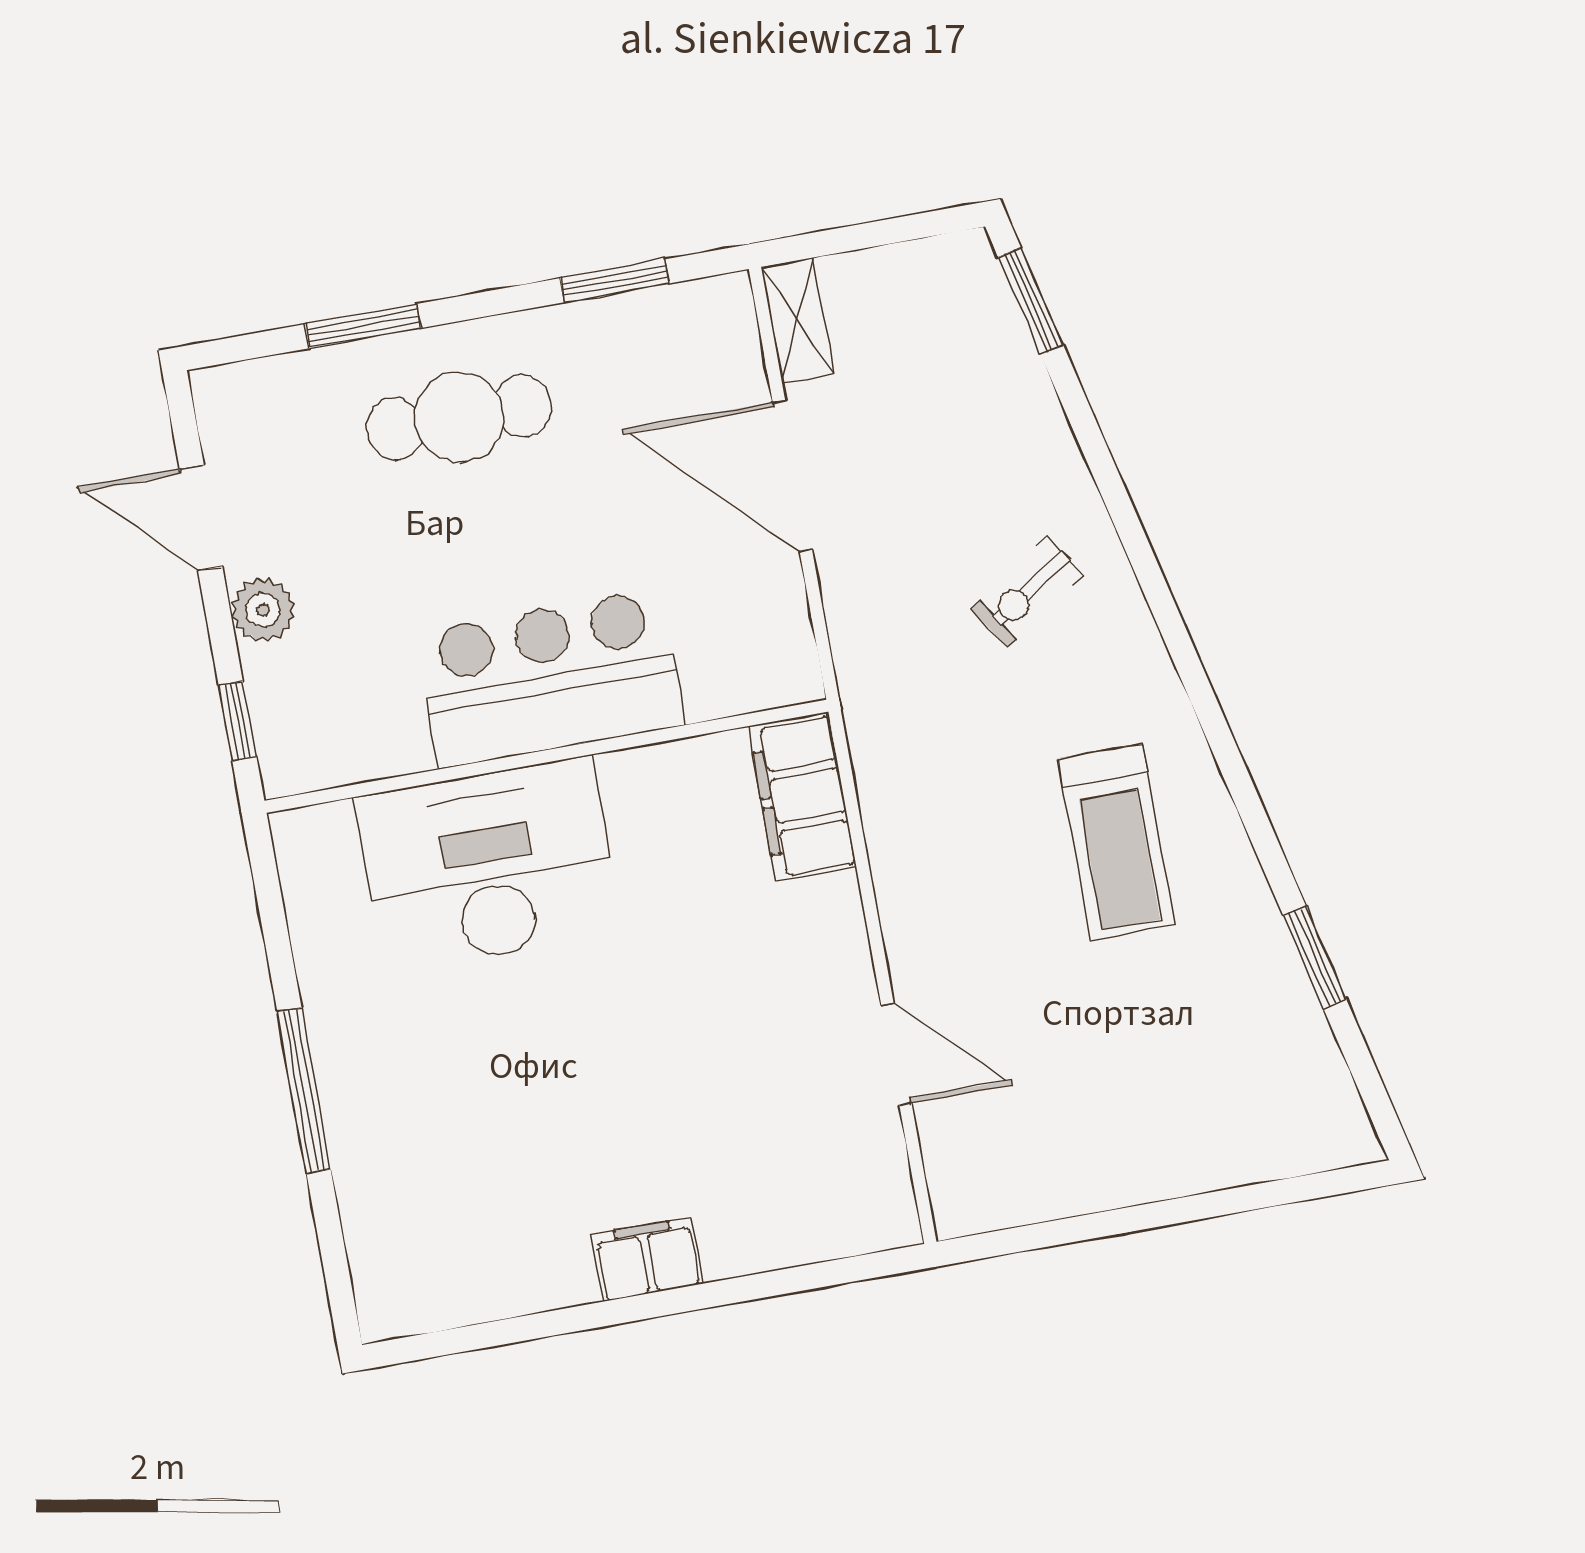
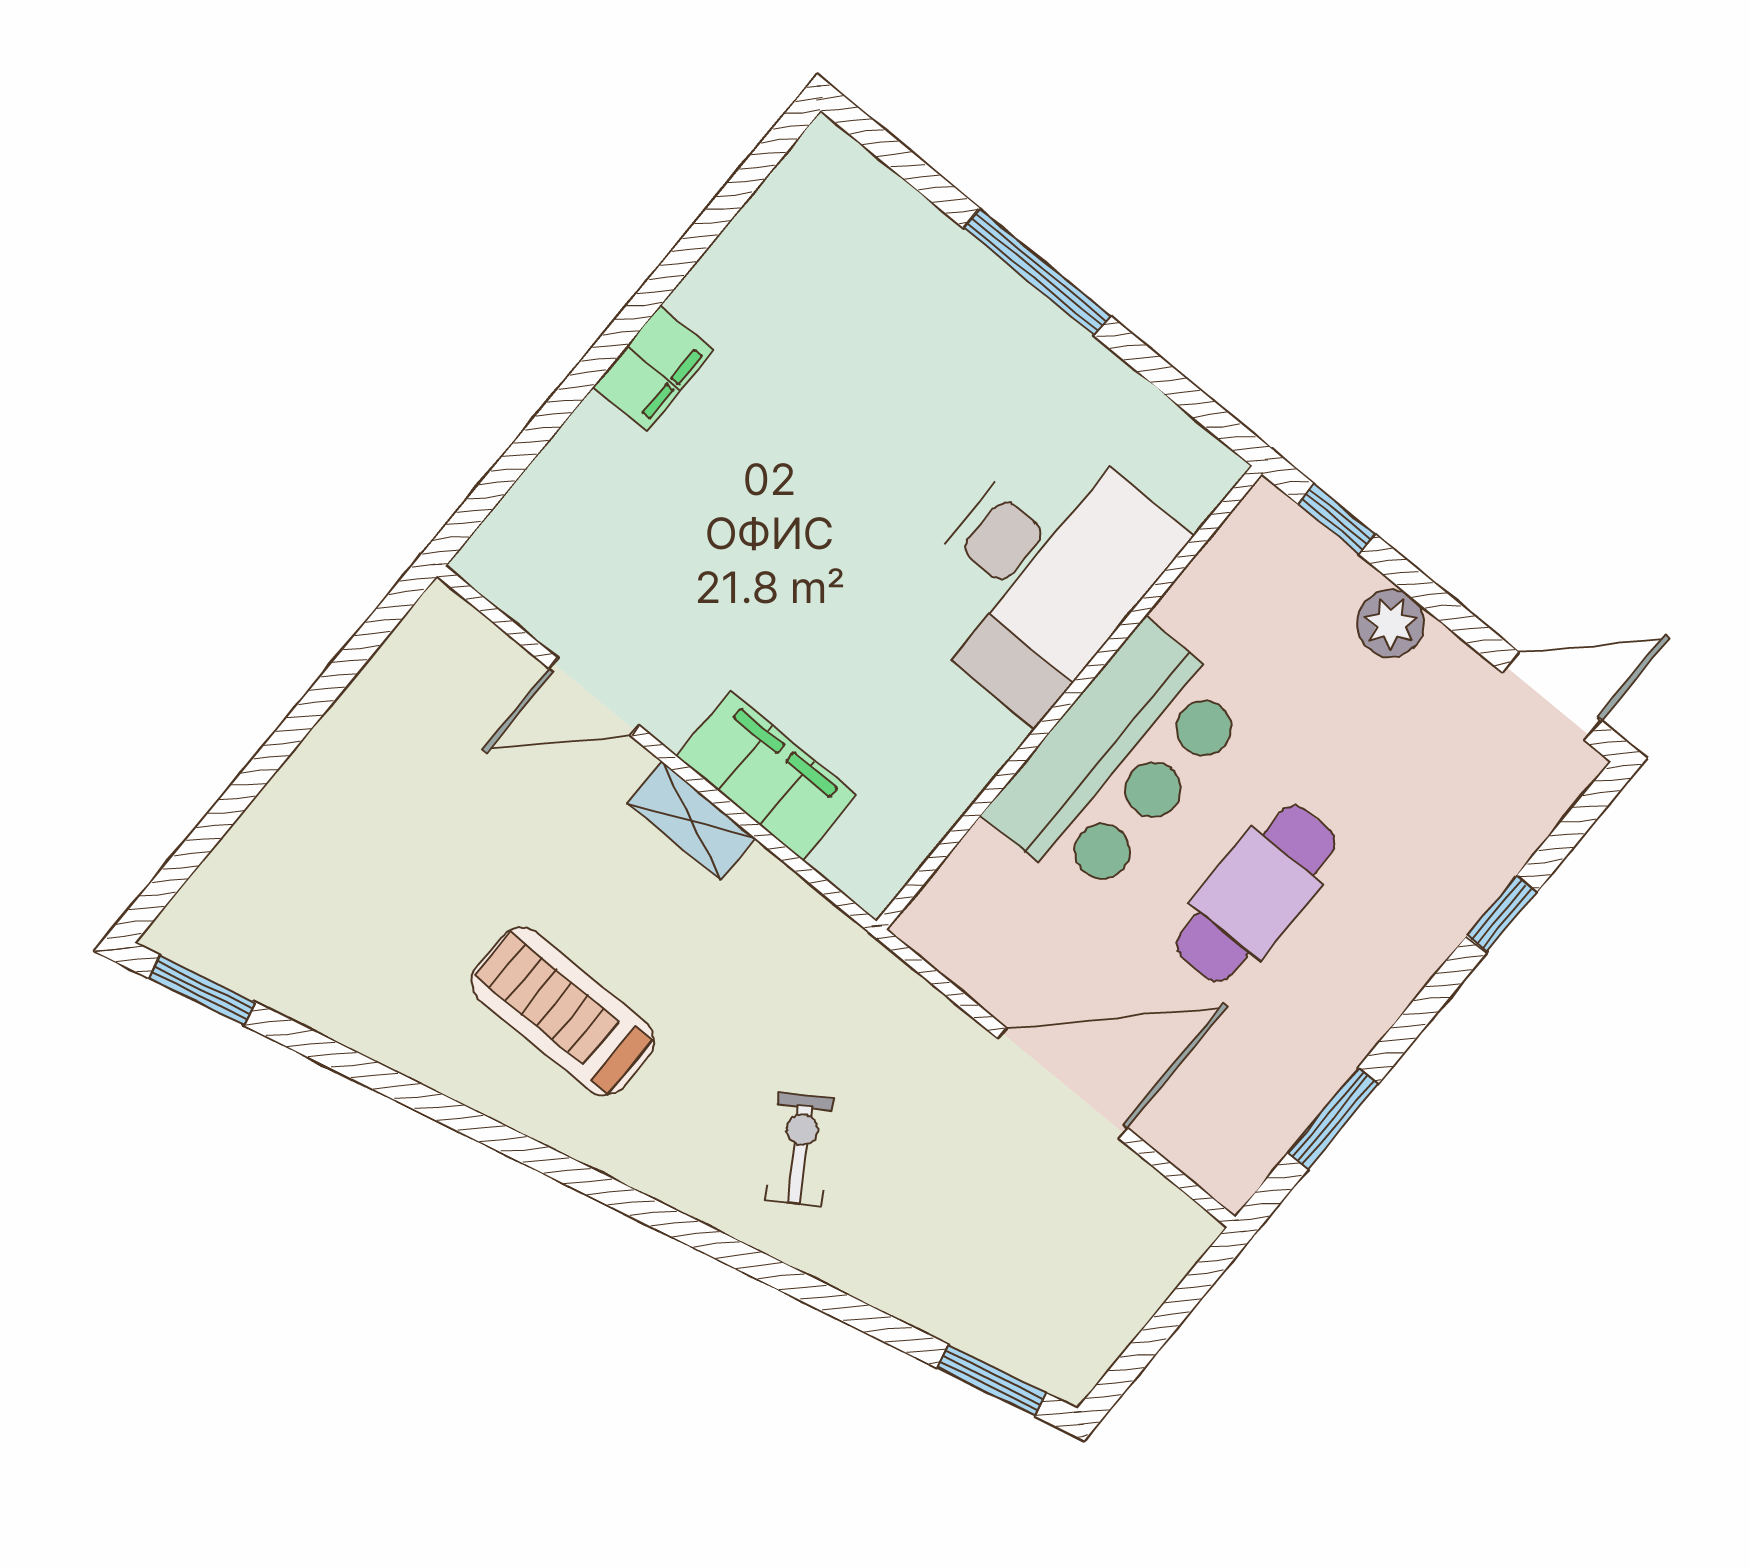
shelving: (797, 320) -> (692, 821), moved
window: (363, 326) -> (1502, 914), width x0.67
cafe table: (459, 417) -> (1256, 894), moved
door: (201, 518) -> (1552, 696), moved
filing cabinet: (802, 797) -> (766, 776), moved
window: (1315, 957) -> (202, 990), moved

